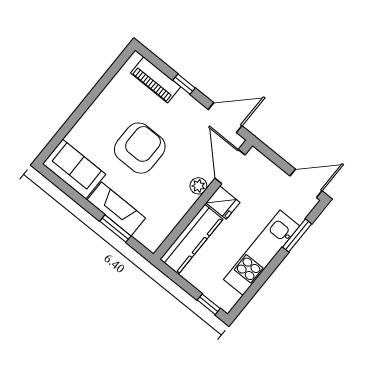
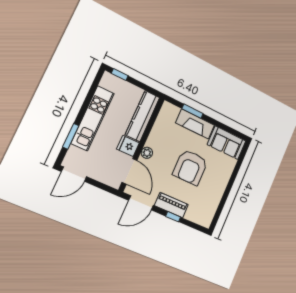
piano: (156, 80) -> (171, 205), moved

